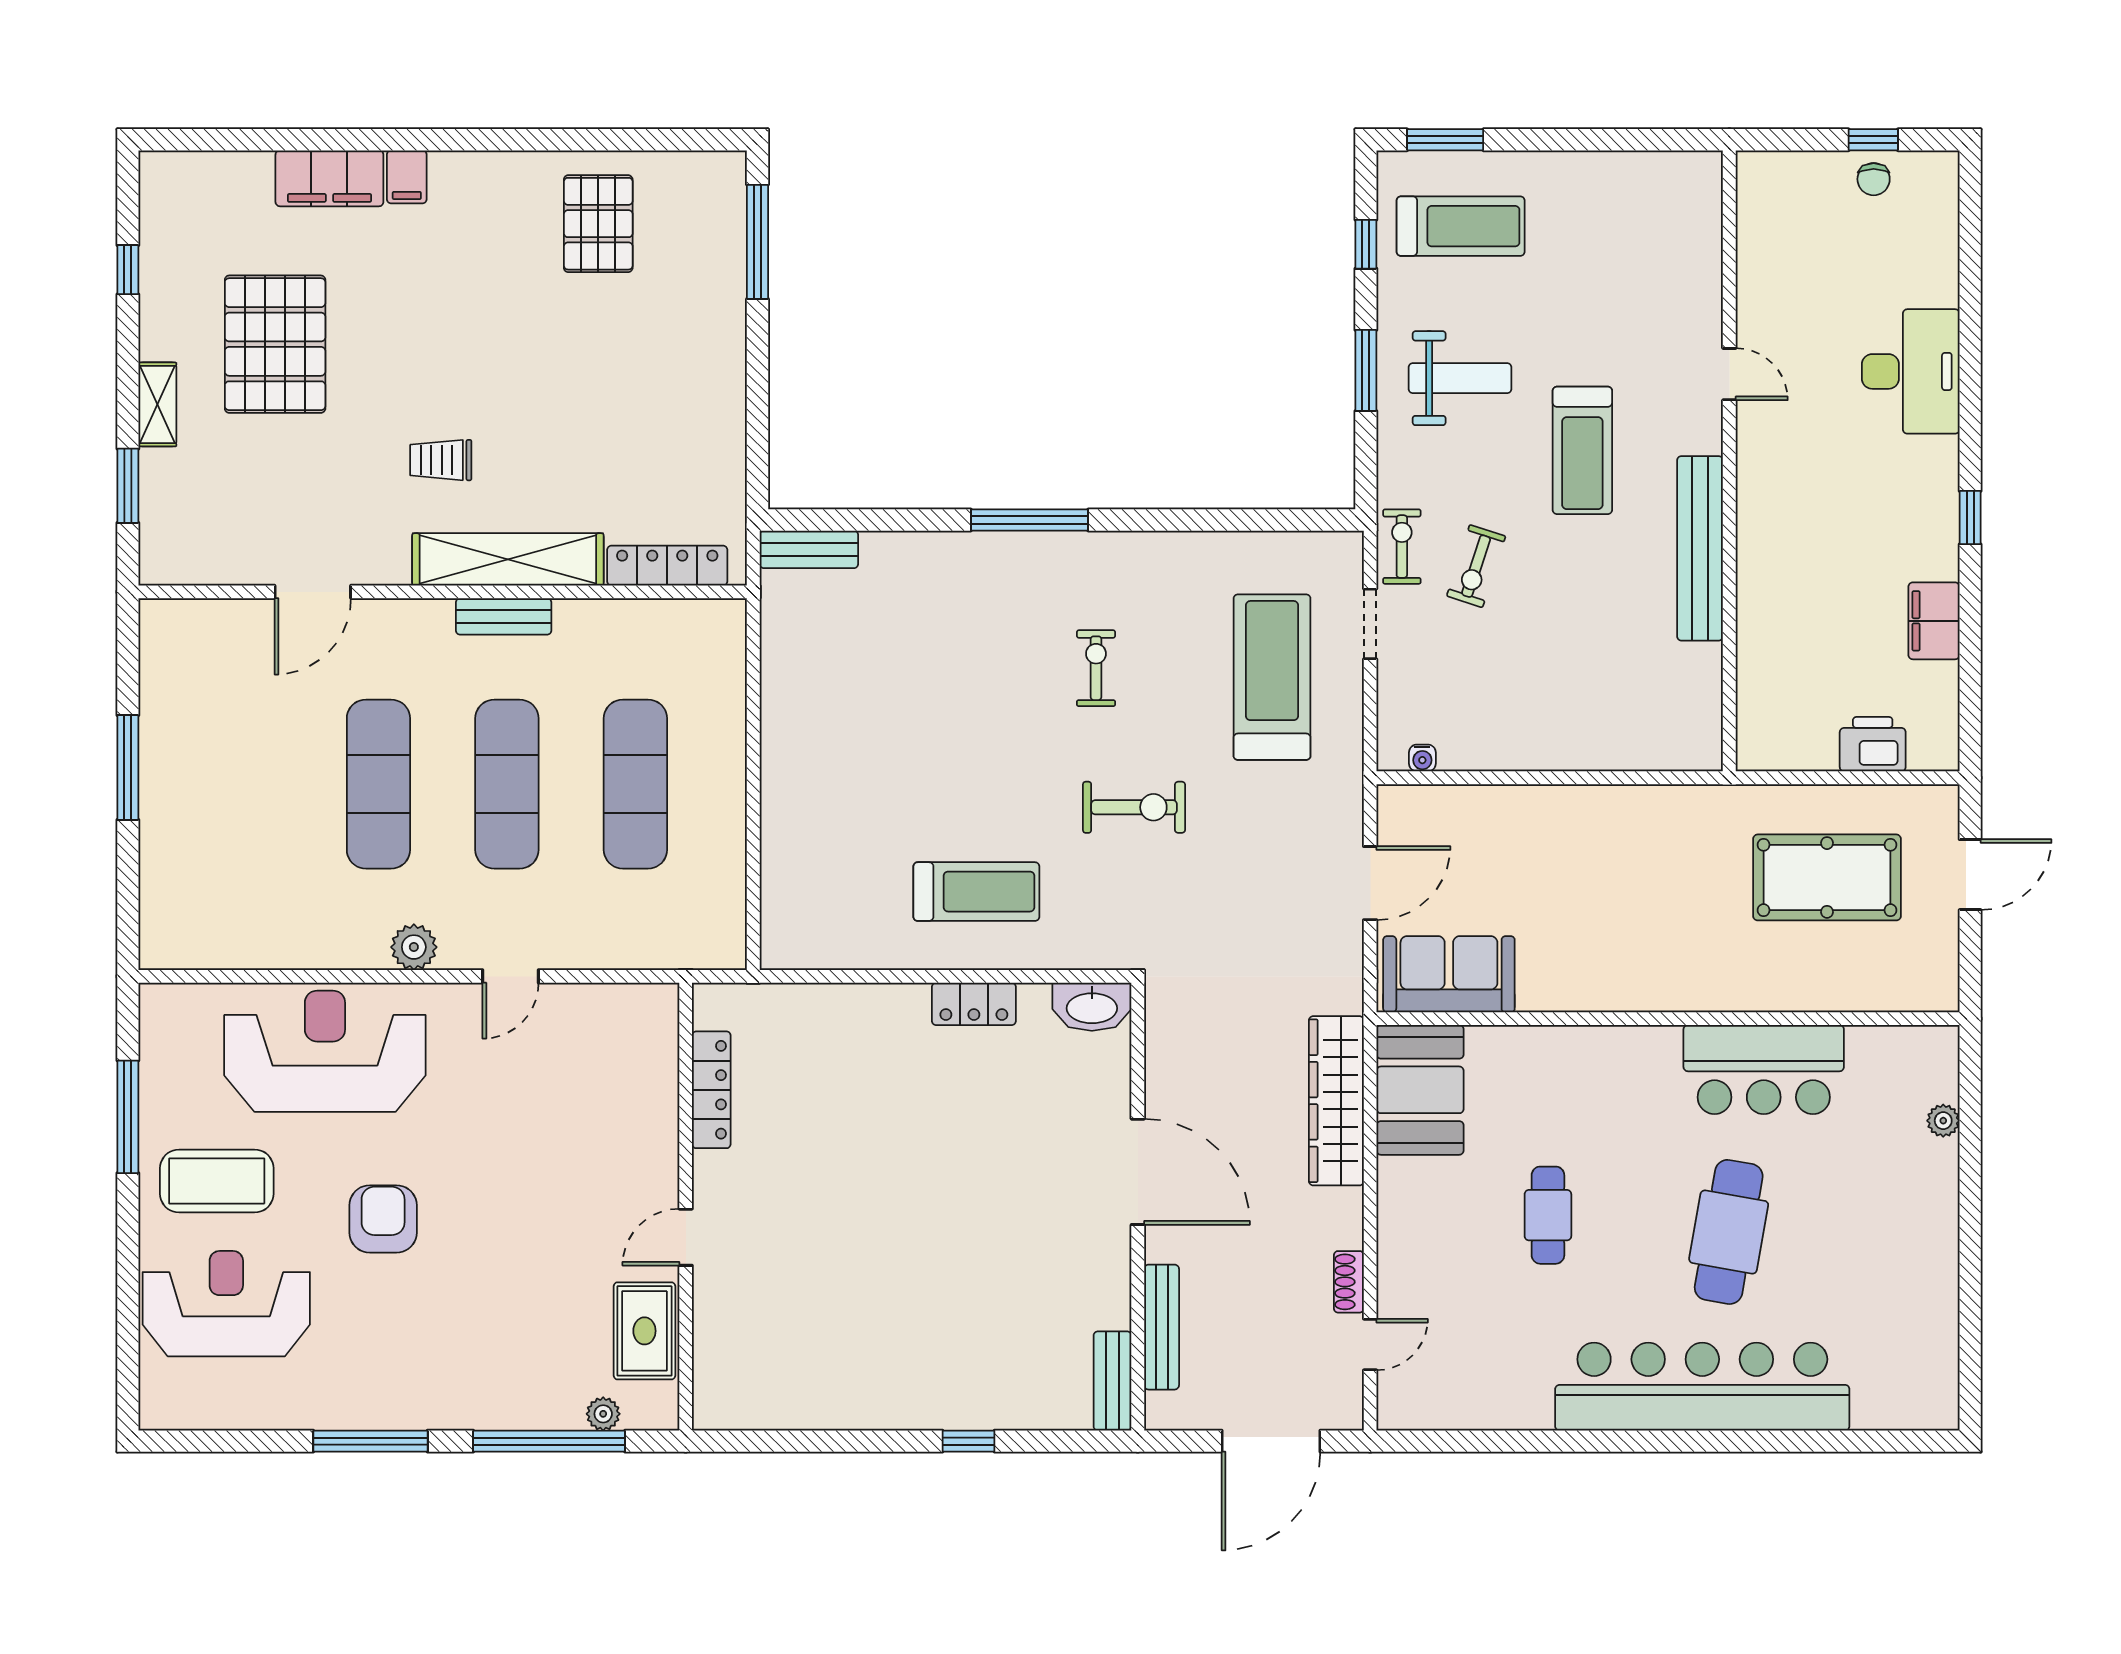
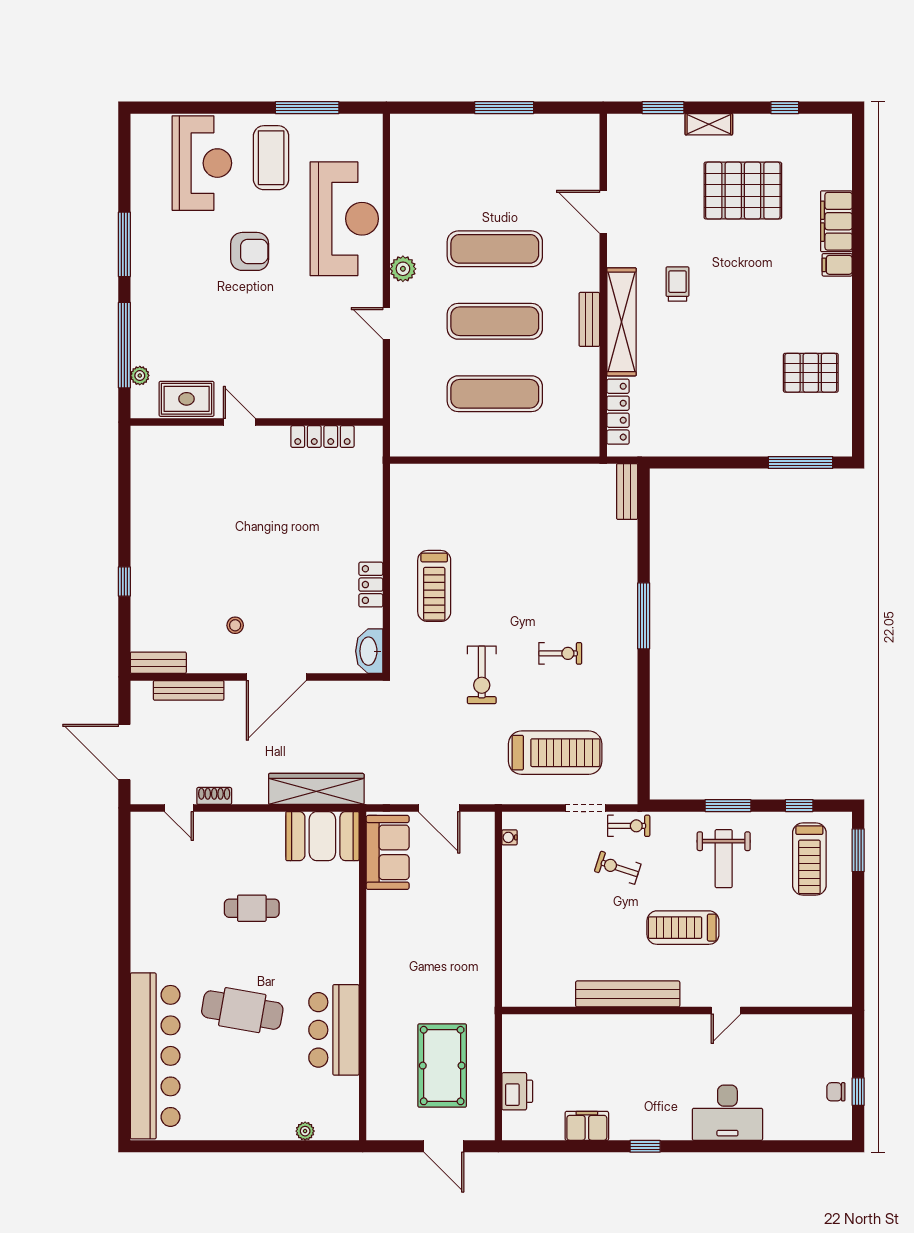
stool: (1046, 1245) -> (235, 625), added
bar counter: (1702, 1387) -> (155, 1056), moved

